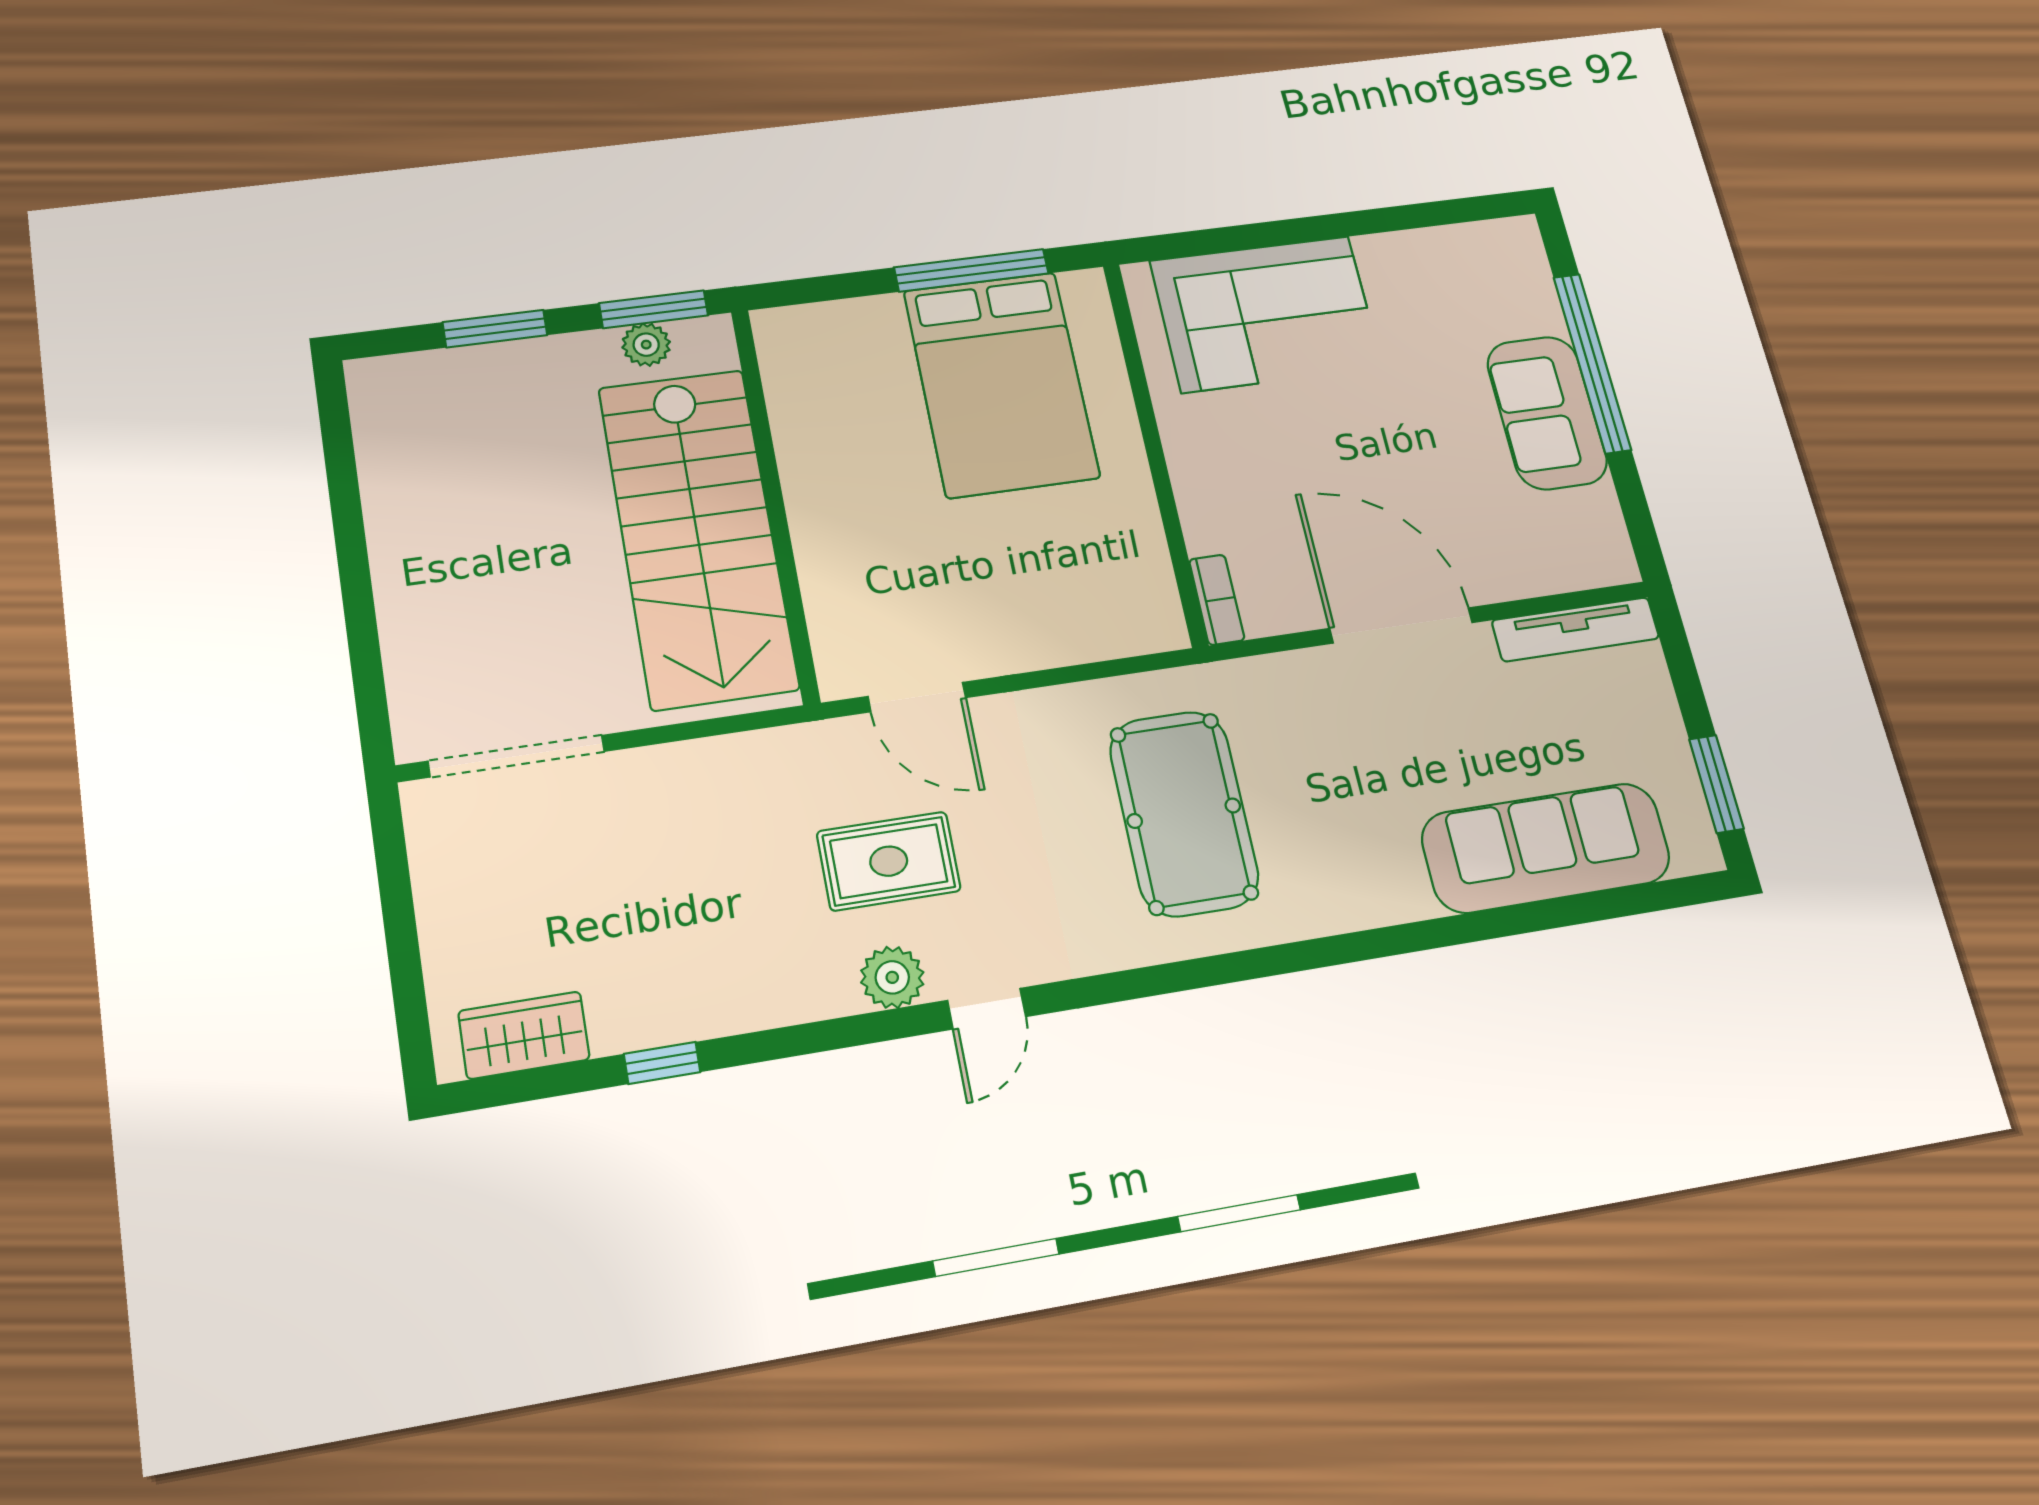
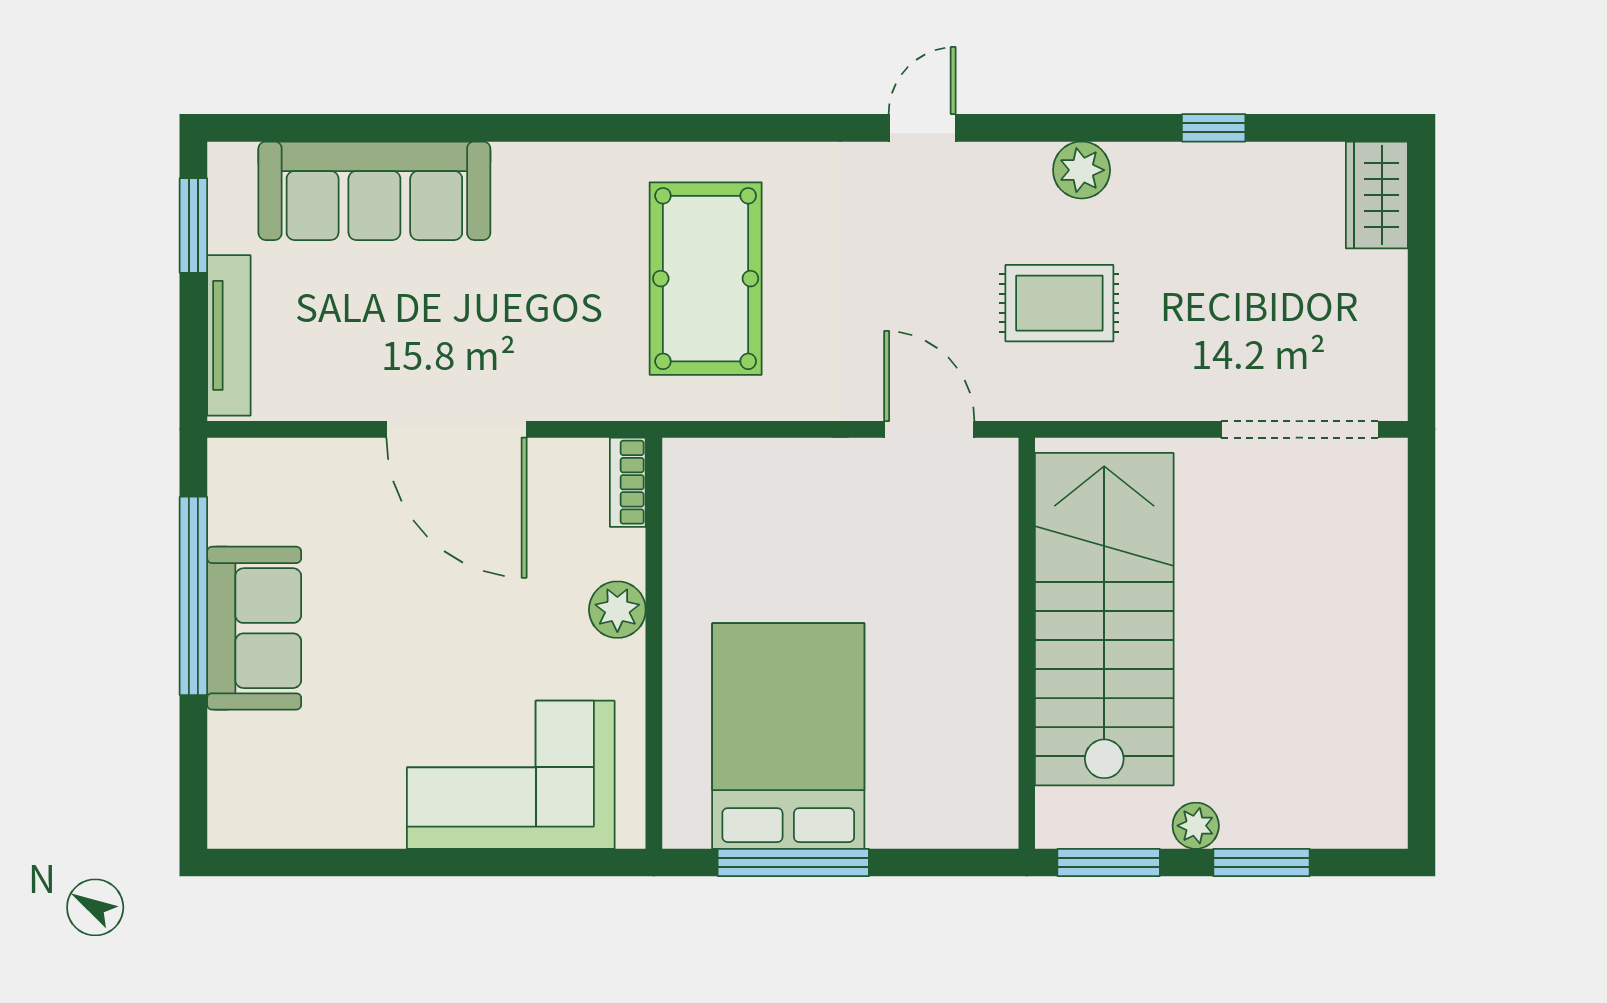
plant: (646, 345) -> (1196, 826), moved
window: (1592, 363) -> (193, 596), moved
plant: (1198, 478) -> (617, 610), added
tv unit: (1576, 629) -> (229, 335), moved, turned 90
rug: (889, 861) -> (1059, 303), moved
plant: (892, 977) -> (1082, 170), moved
wardrobe: (524, 1035) -> (1377, 195), moved, turned 90

